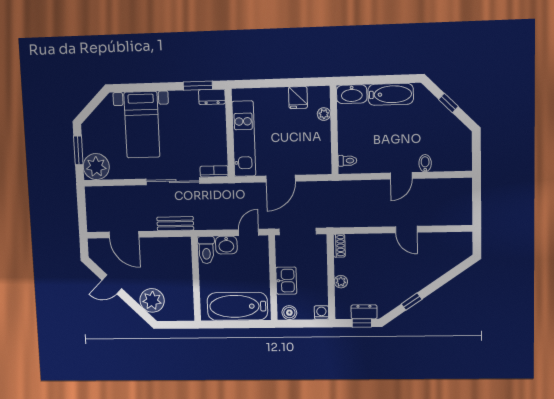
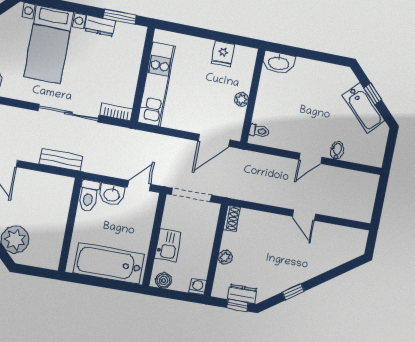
bathtub: (391, 94) -> (364, 108), moved, turned 45
dresser: (212, 97) -> (100, 26), moved
plant: (324, 114) -> (242, 99), moved
door: (281, 179) -> (214, 140), moved

